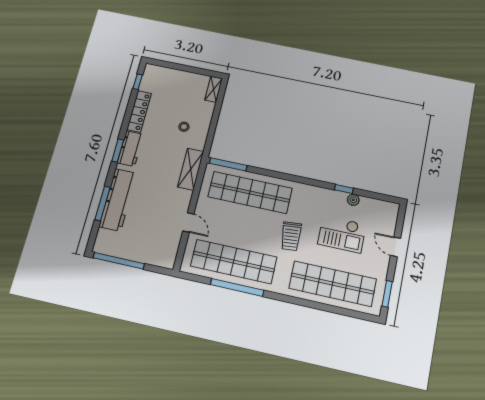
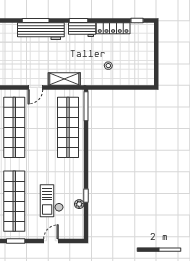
shelving: (214, 89) -> (144, 81), removed
shelving: (191, 169) -> (64, 79), moved
trolley: (291, 236) -> (42, 164), removed

